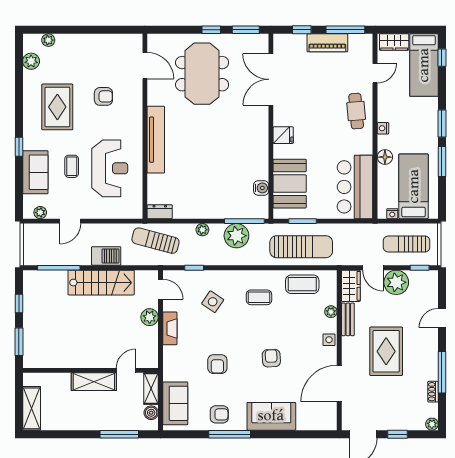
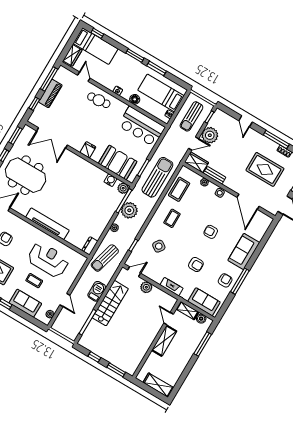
plant: (260, 211) -> (123, 188), added
fireplace: (170, 328) -> (172, 287), moved
rug: (386, 351) -> (265, 169), moved

